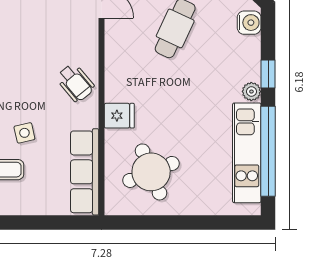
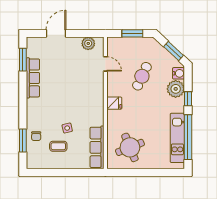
wheelchair: (75, 83) -> (92, 103), removed
plant: (251, 92) -> (176, 89), moved, width x1.88, depth x1.88
fridge: (119, 116) -> (114, 103), moved

